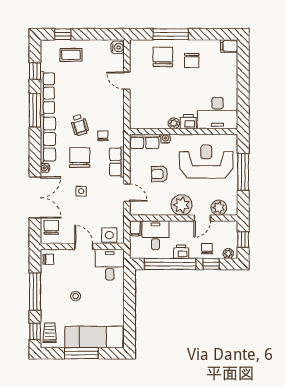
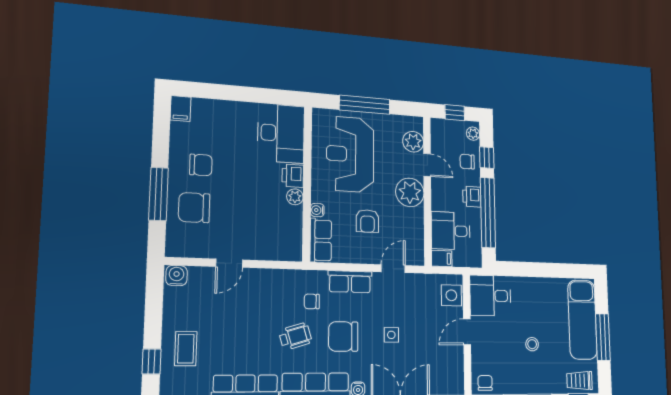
chair: (51, 227) -> (442, 379), removed

